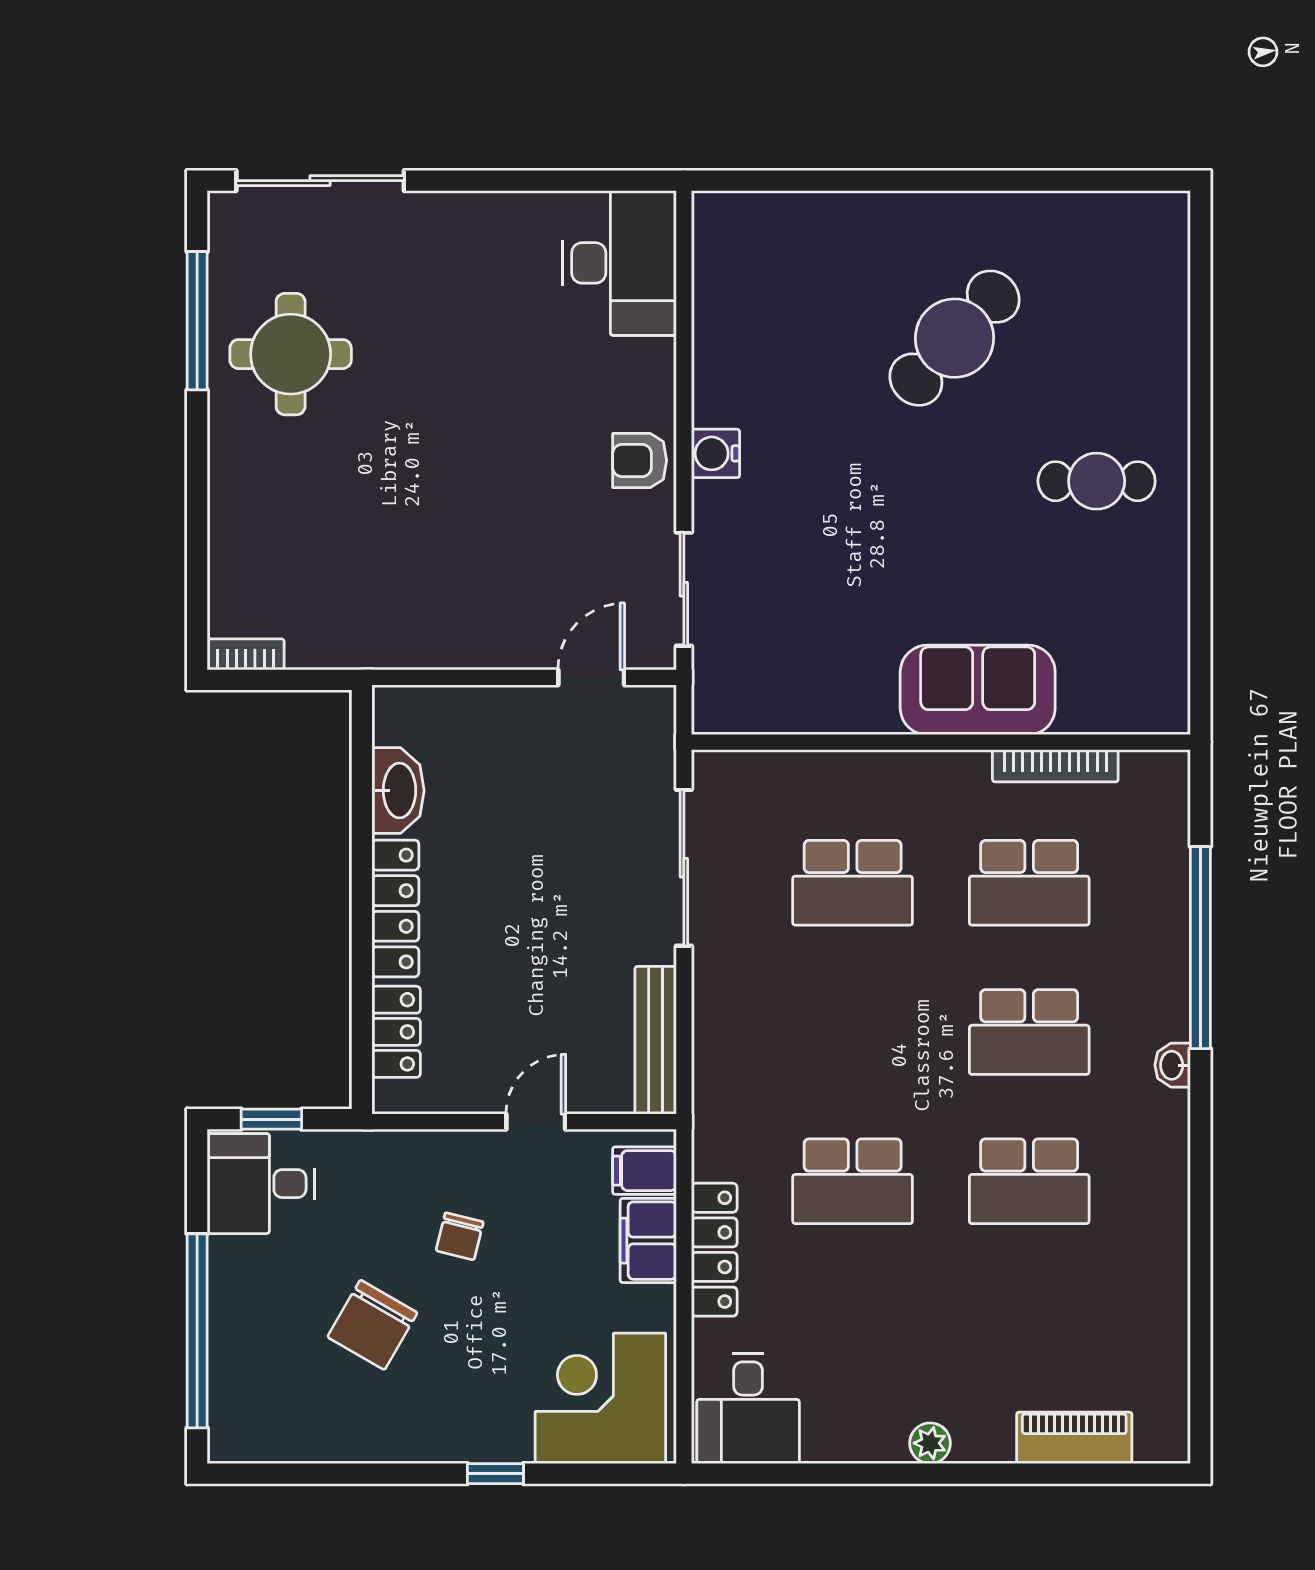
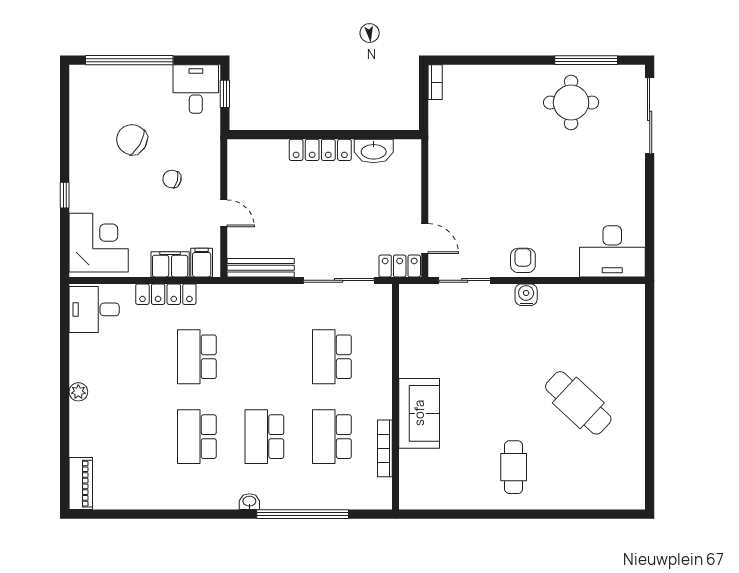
locker: (396, 1032) -> (400, 266), moved, turned 180
piano: (1074, 1438) -> (81, 484), moved

